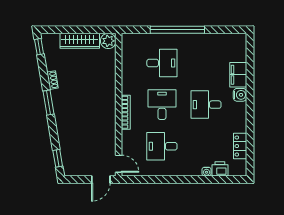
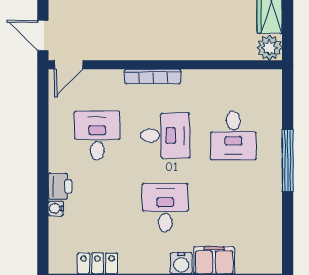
window: (177, 30) -> (288, 161), width x0.68
printer: (220, 169) -> (60, 186), moved

